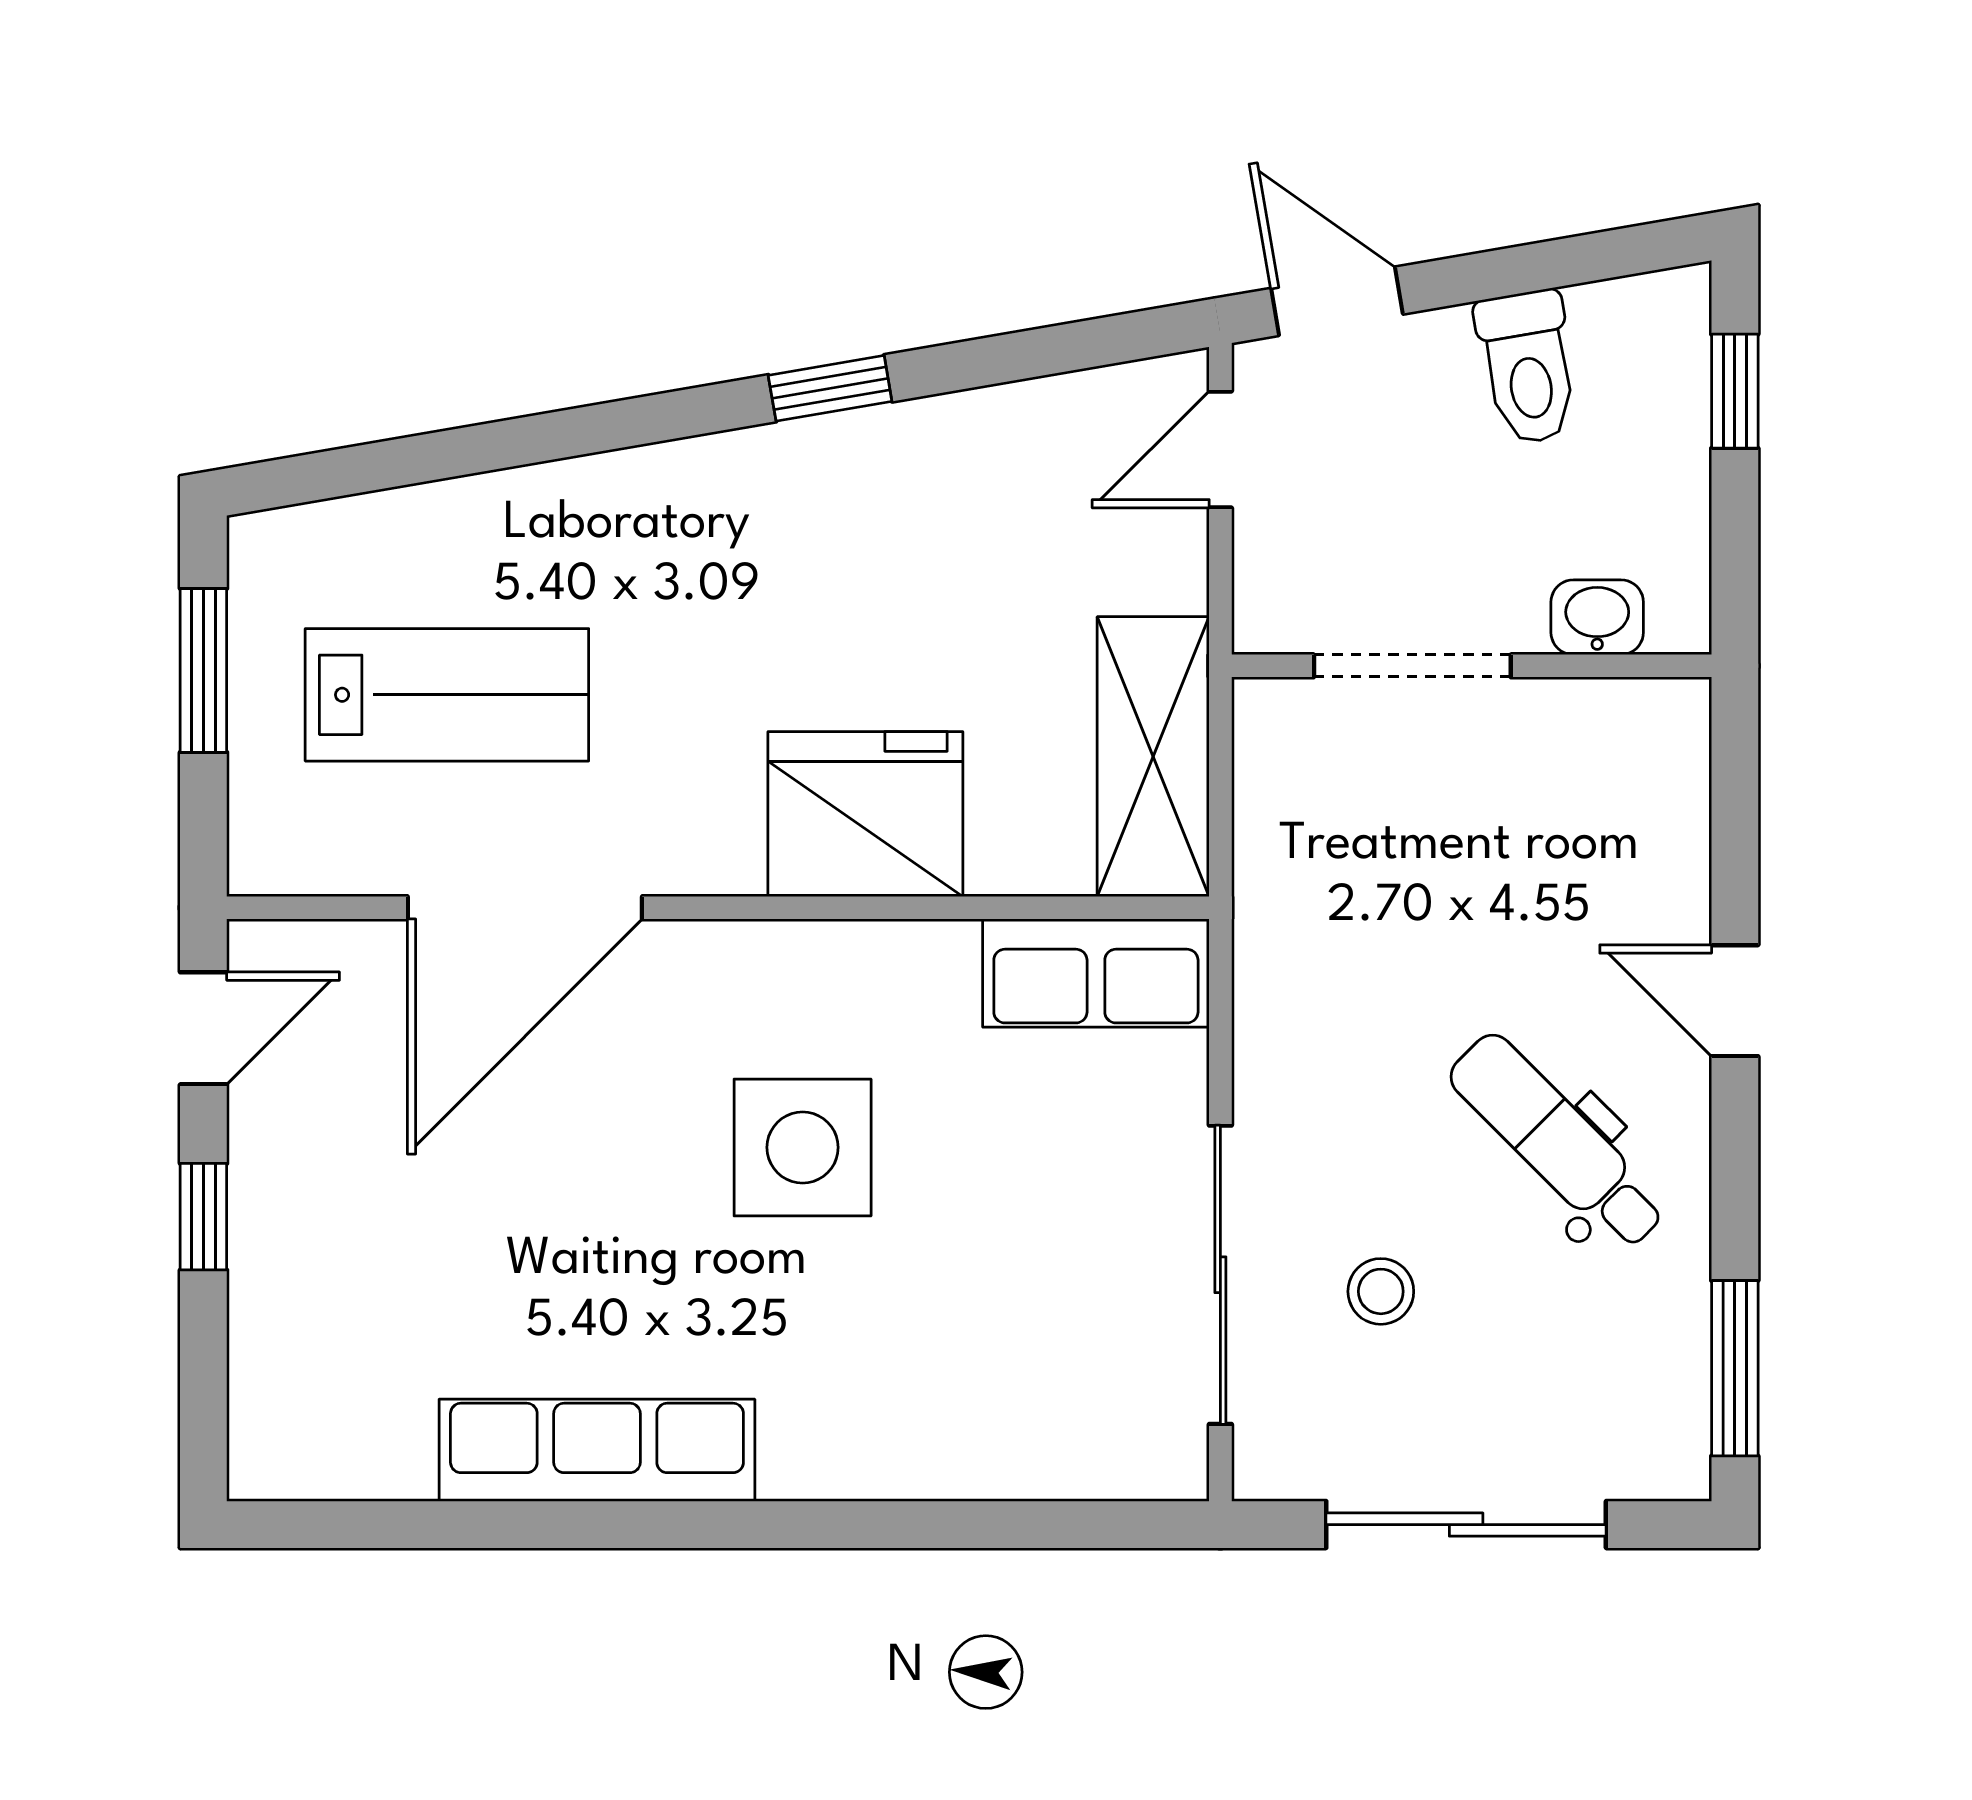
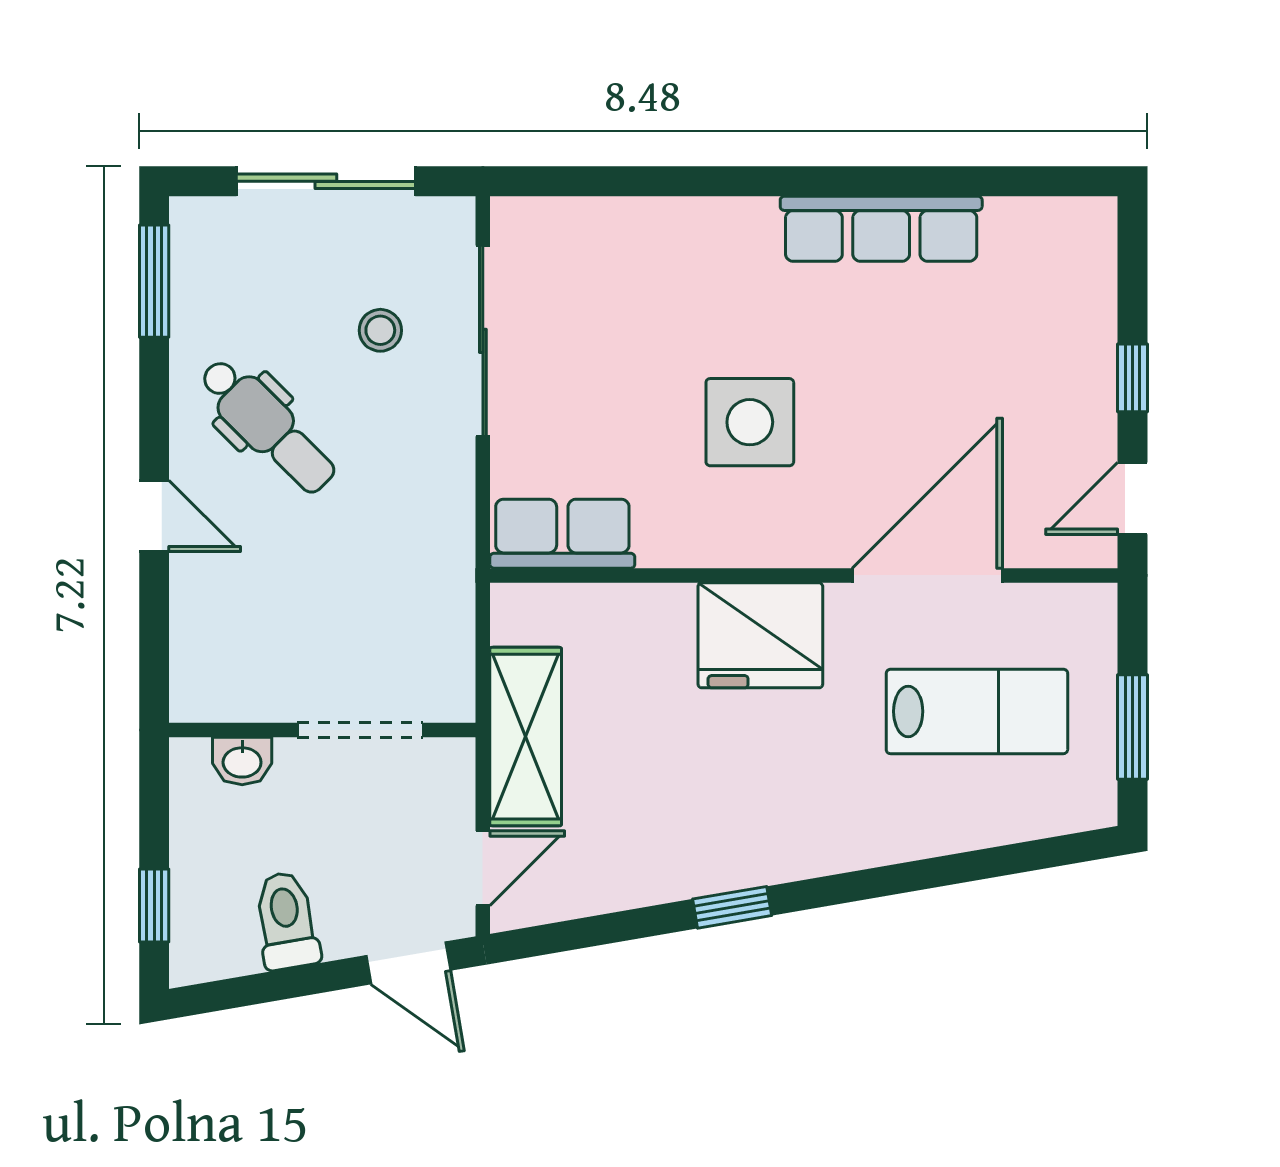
lab bench: (447, 695) -> (977, 711), turned 180
shelving: (1153, 757) -> (526, 737), moved
fridge: (865, 814) -> (760, 635), moved

